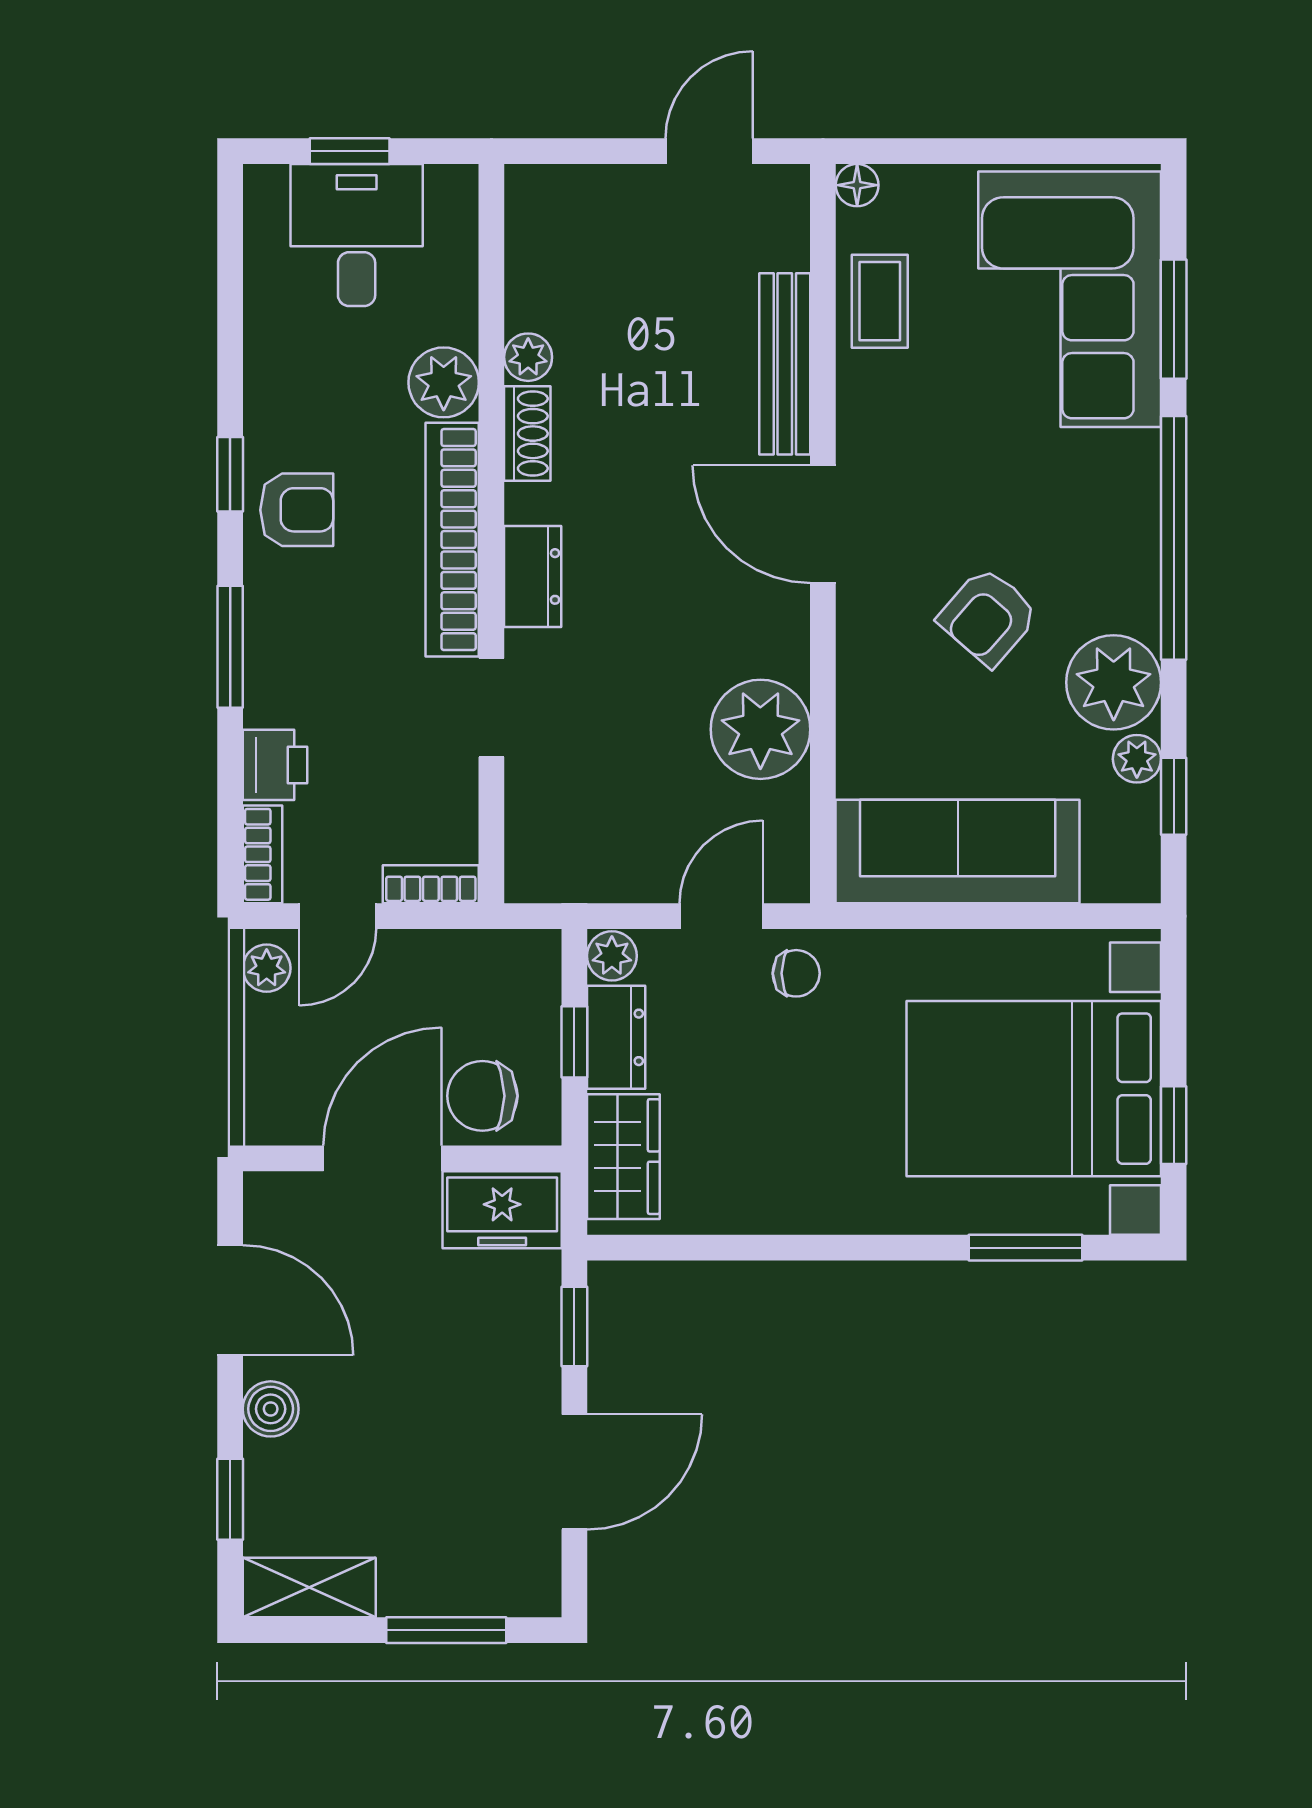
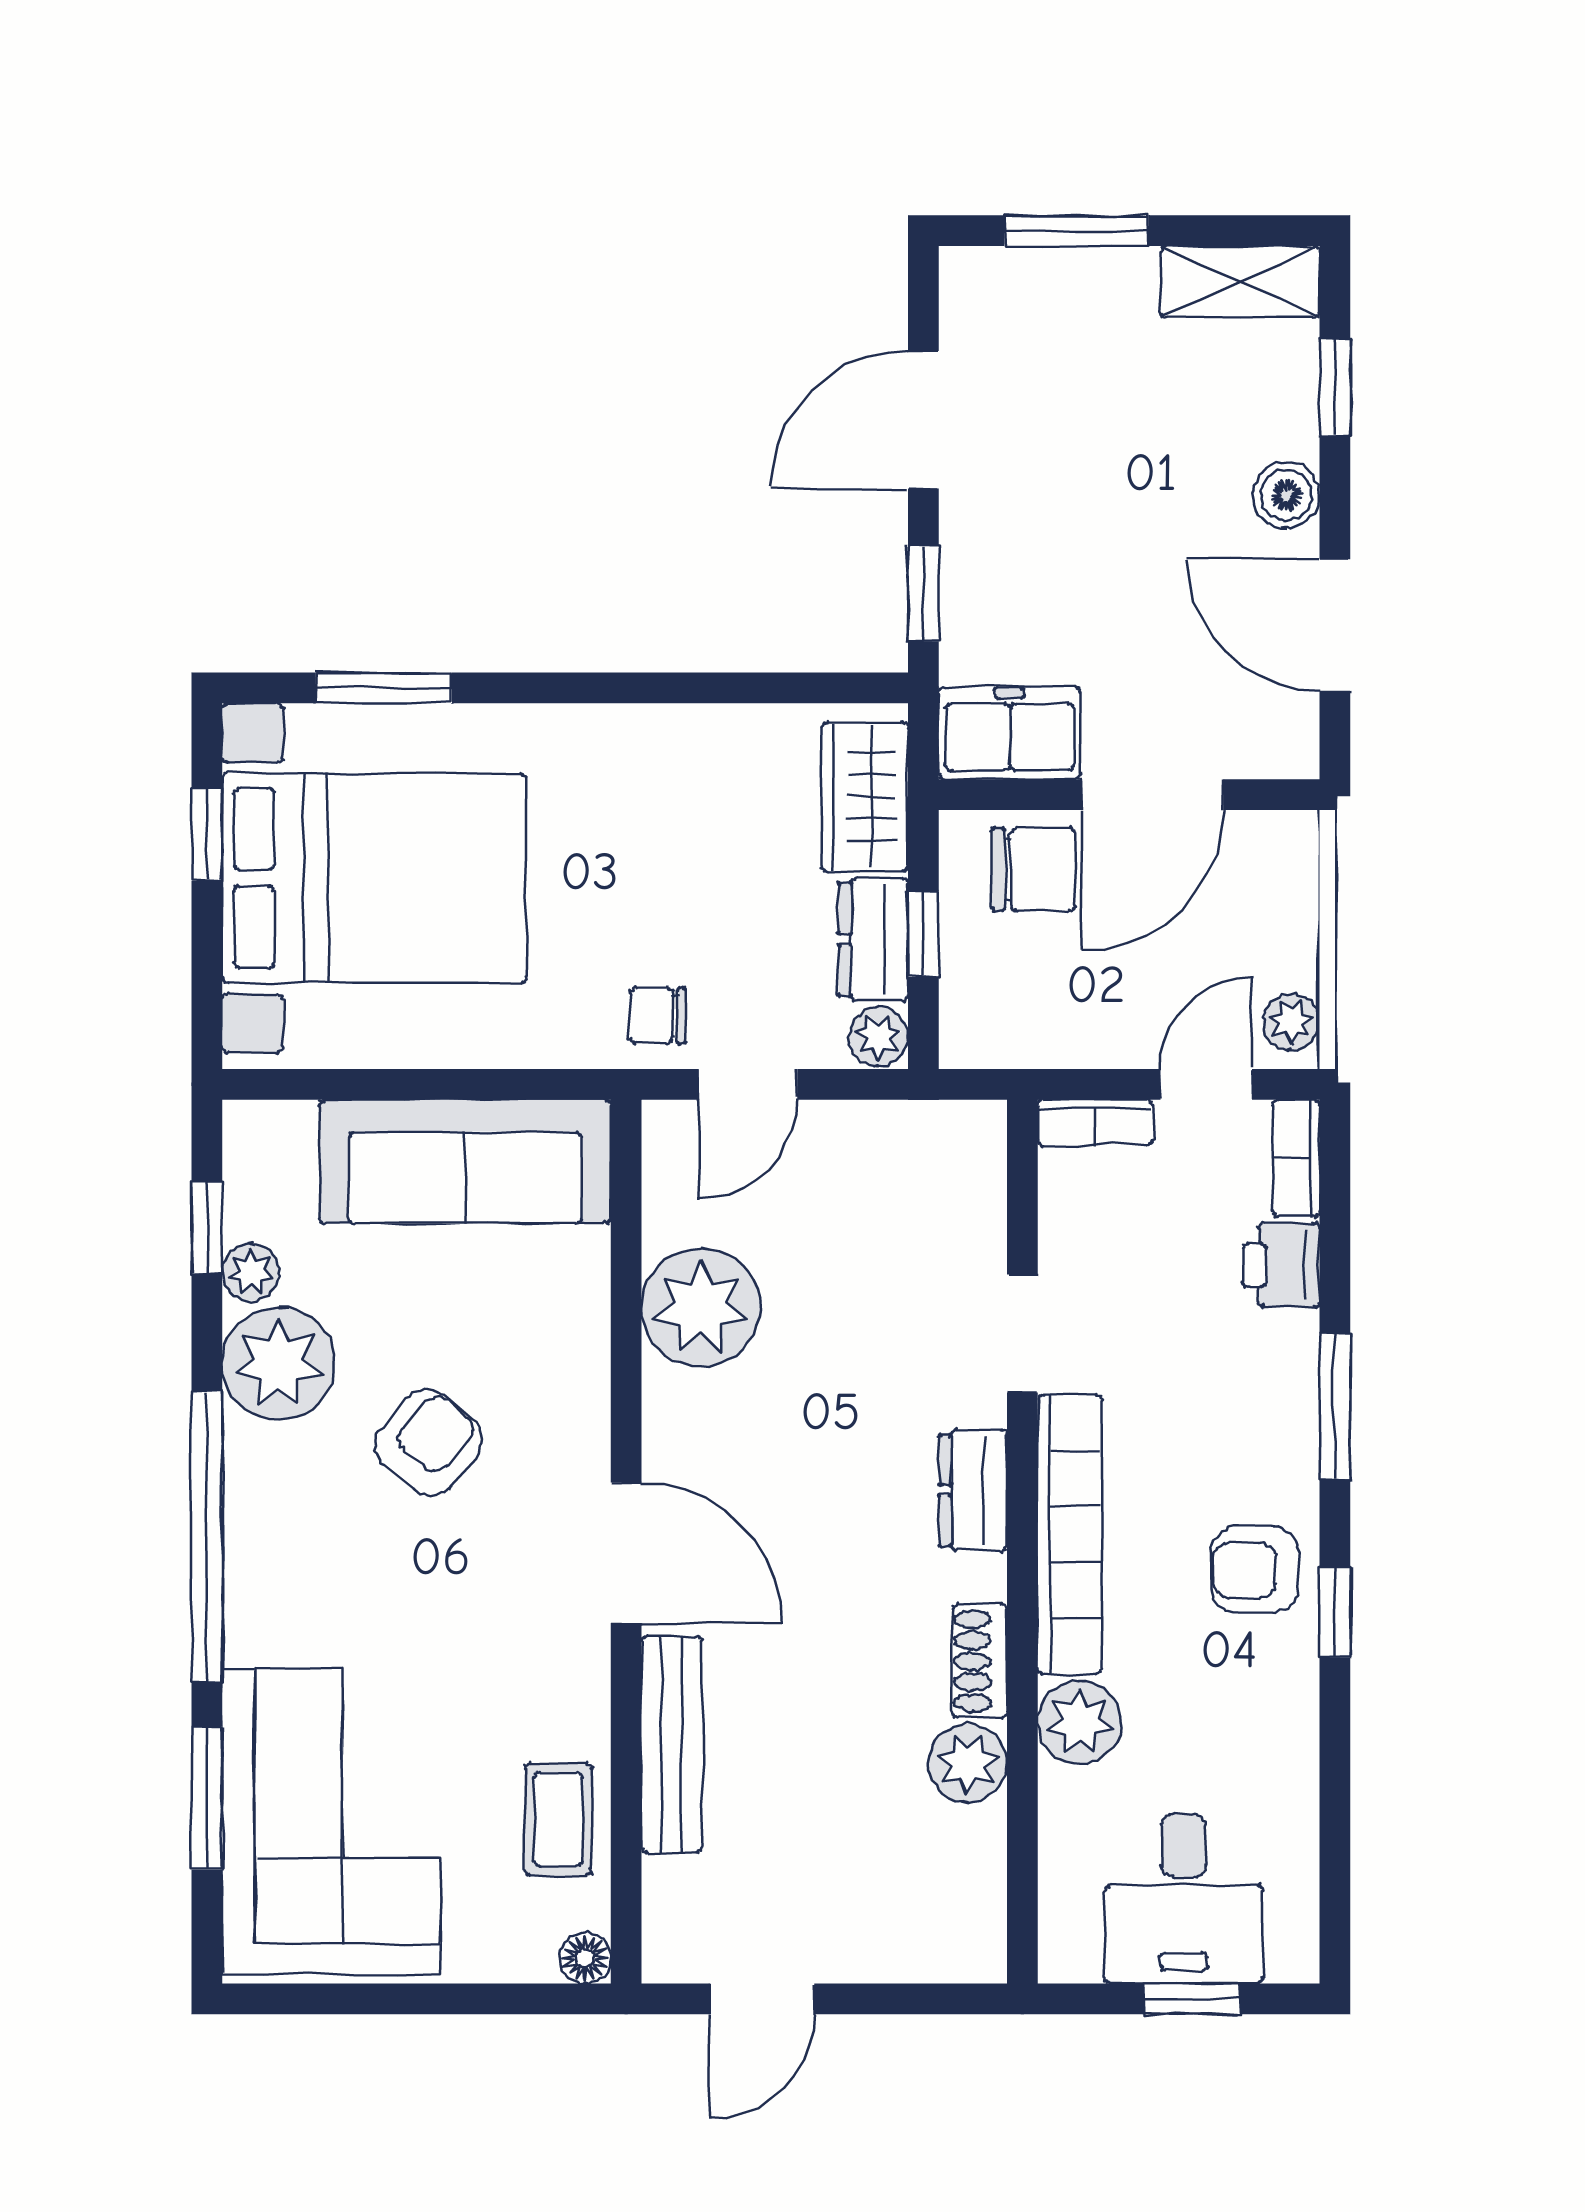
plant: (528, 357) -> (968, 1763), width x1.38, depth x1.38

